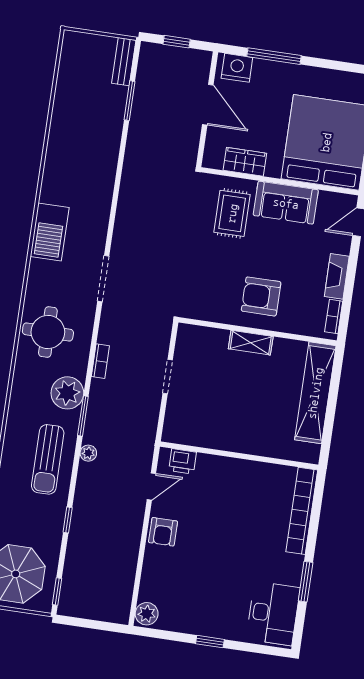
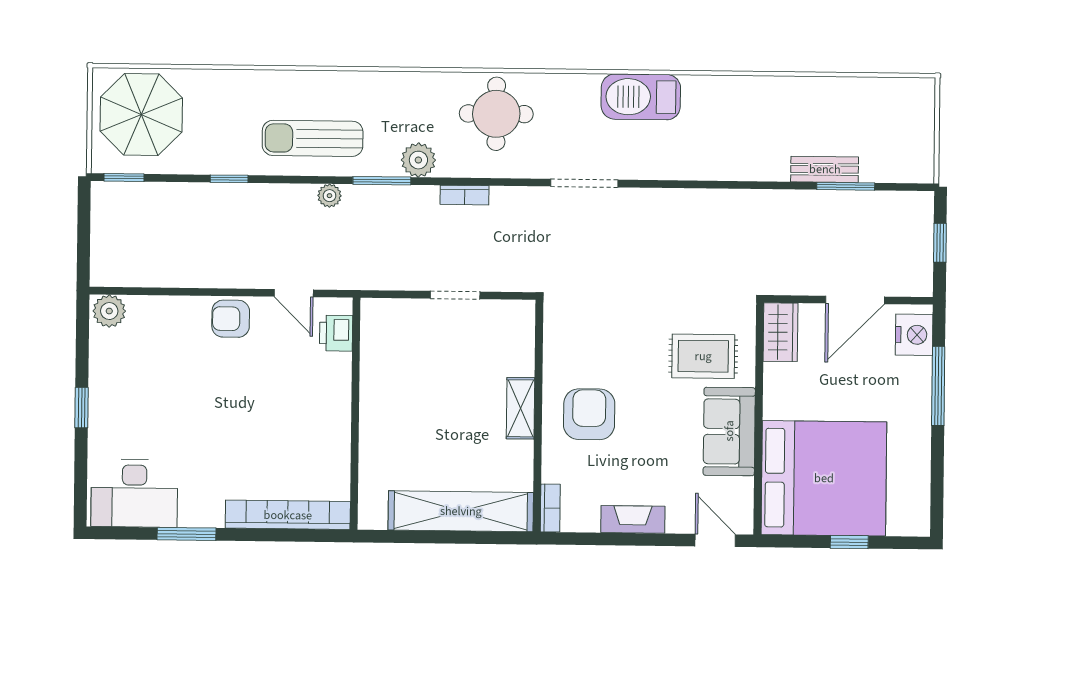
bench: (124, 62) -> (825, 169), moved
wardrobe: (245, 162) -> (781, 332), moved
bookcase: (334, 317) -> (550, 508), moved, turned 90
plant: (67, 393) -> (418, 160), width x0.73, depth x0.73

